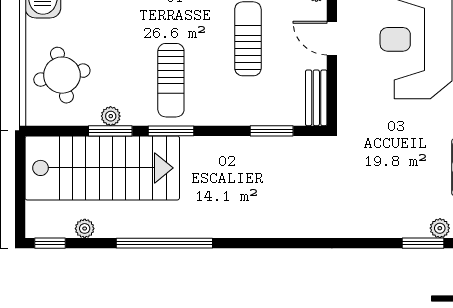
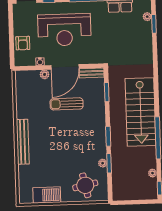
door: (332, 38) -> (65, 67), width x1.88
sun lounger: (171, 80) -> (86, 137), removed
stairs: (102, 168) -> (141, 112), moved, turned 180

